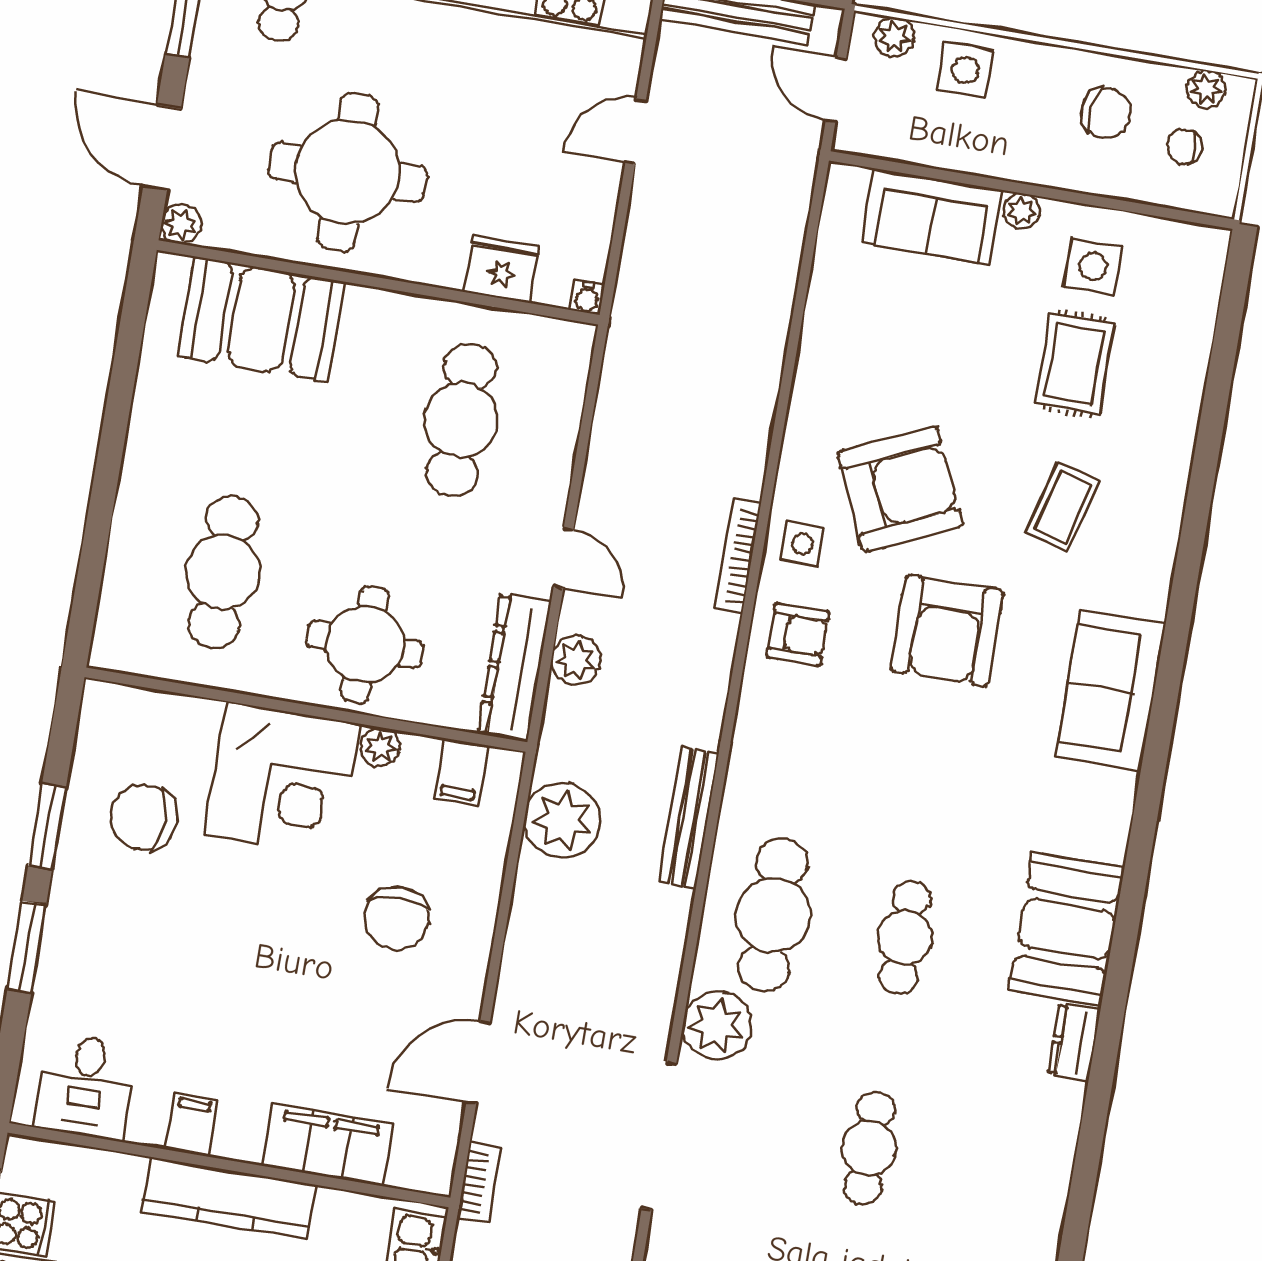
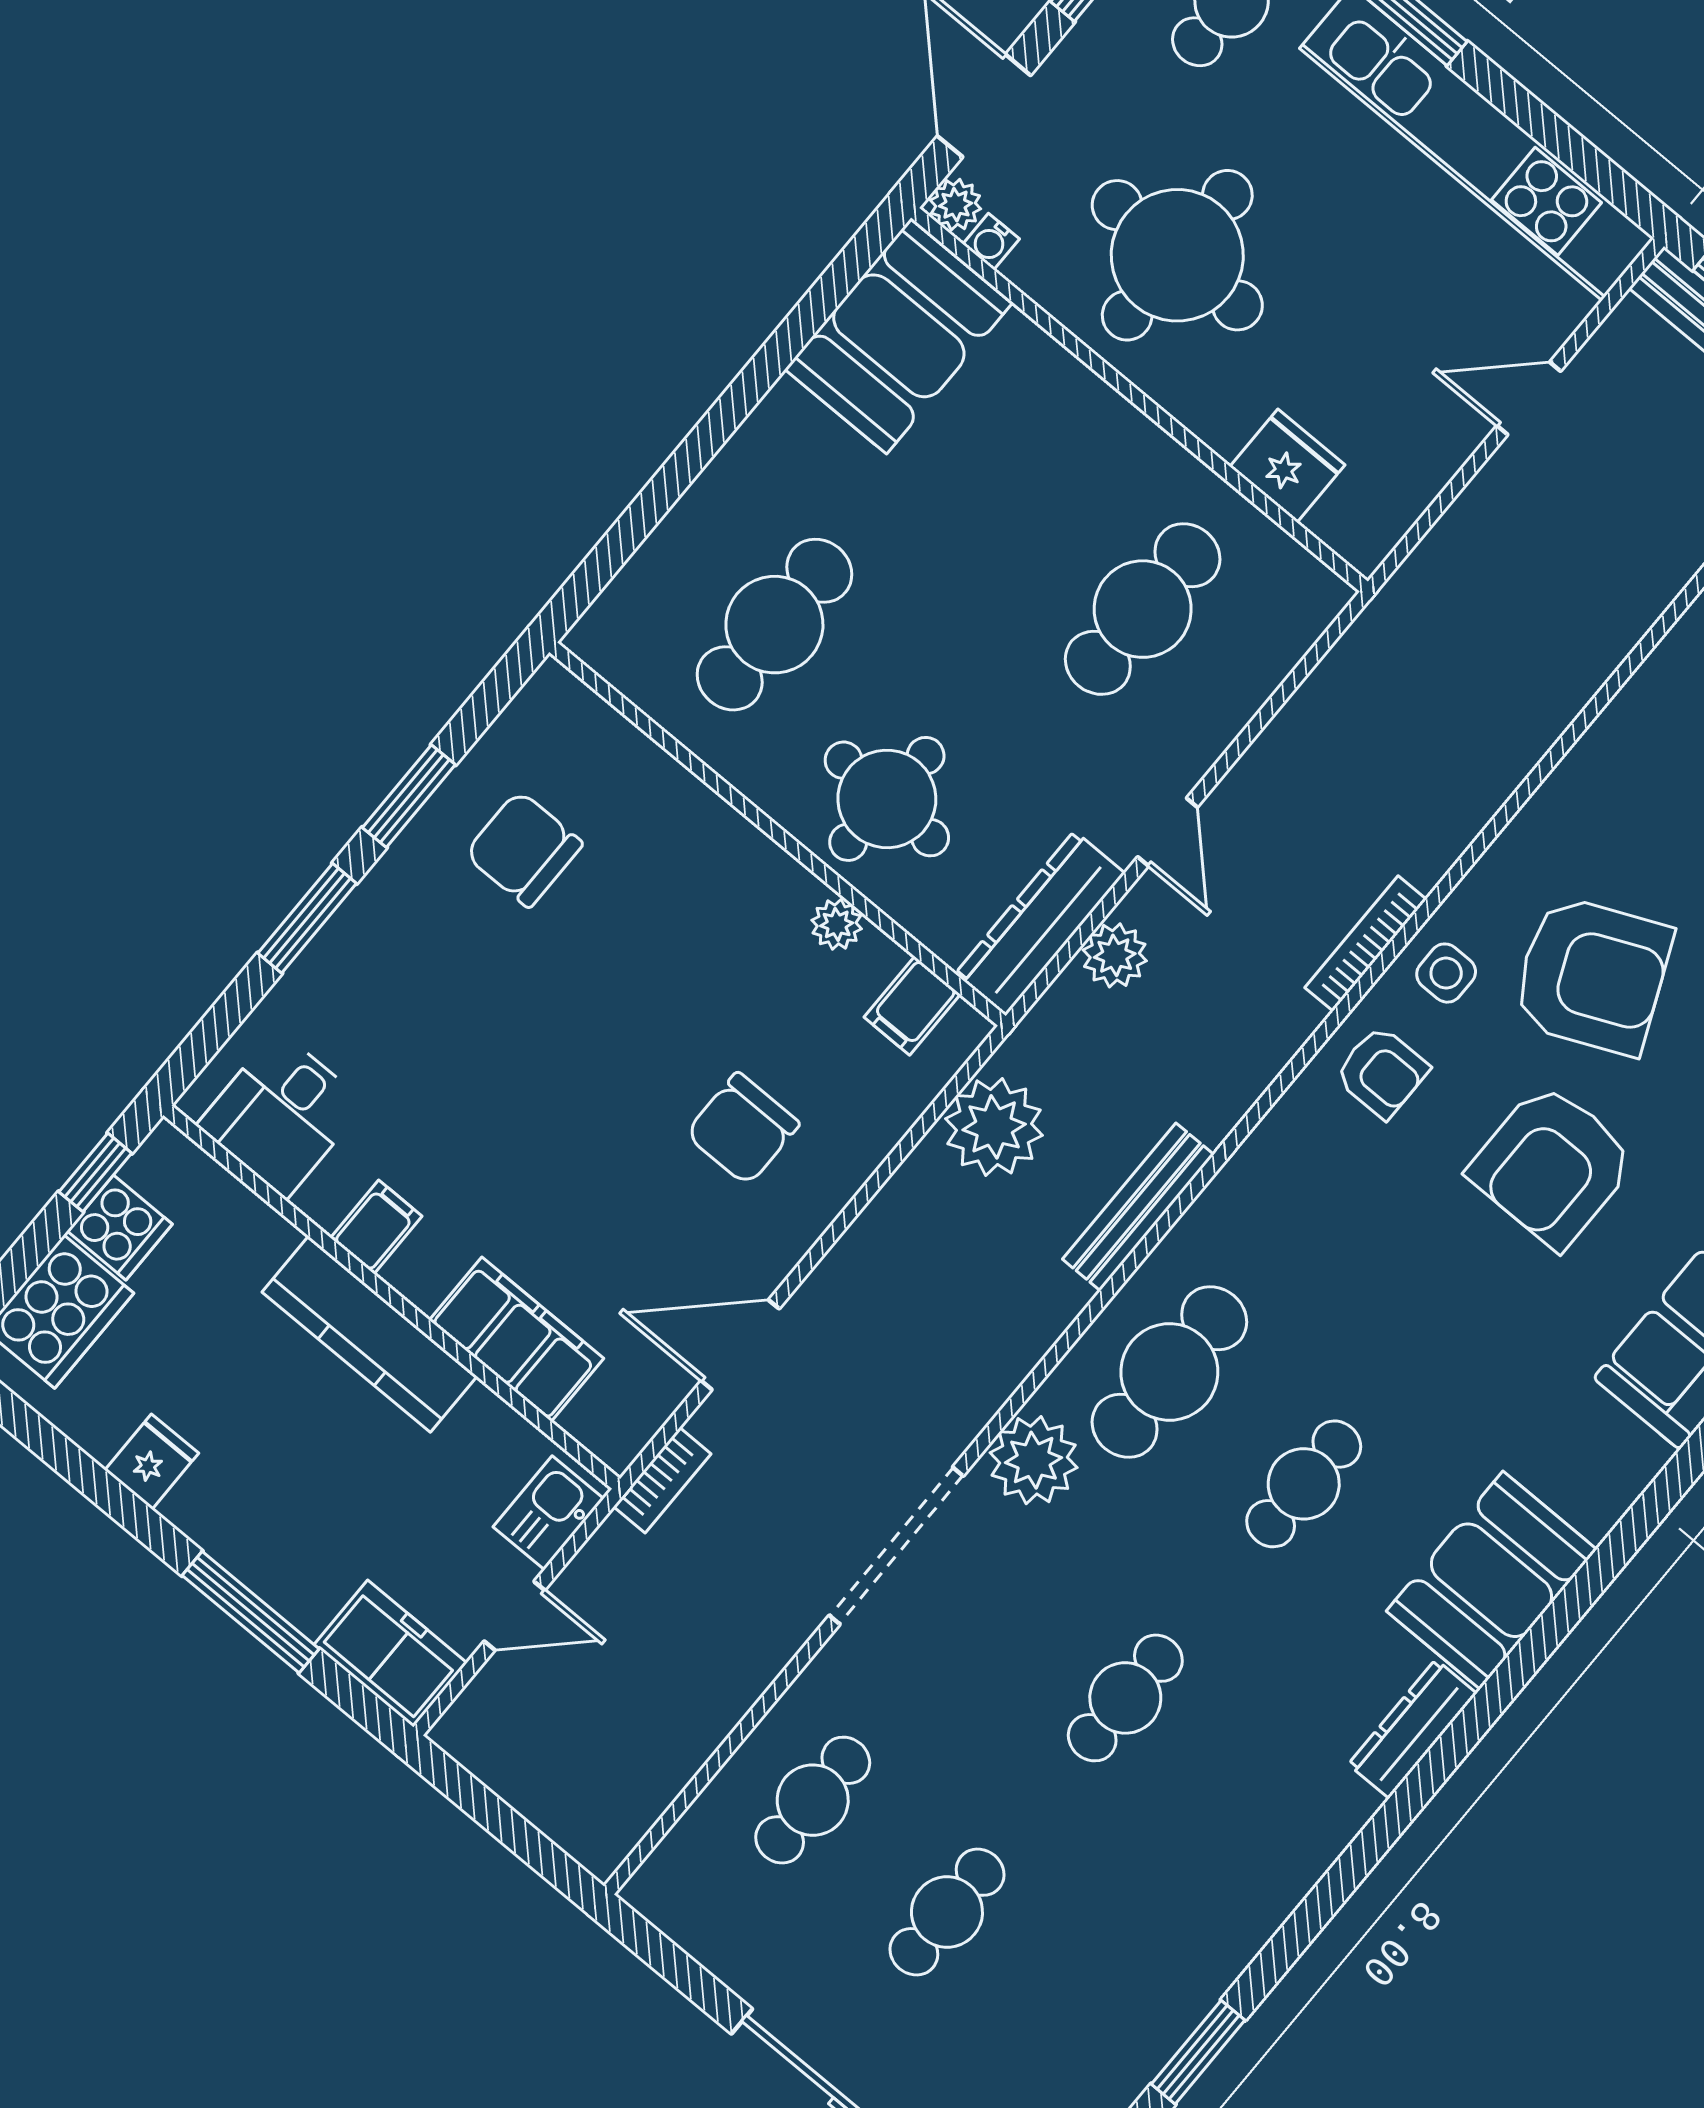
water cooler: (587, 297) -> (991, 242), moved
booth: (261, 319) -> (899, 336), moved, turned 90
corner desk: (282, 779) -> (705, 897), removed
dresser: (1074, 1042) -> (1412, 1729), width x1.44

